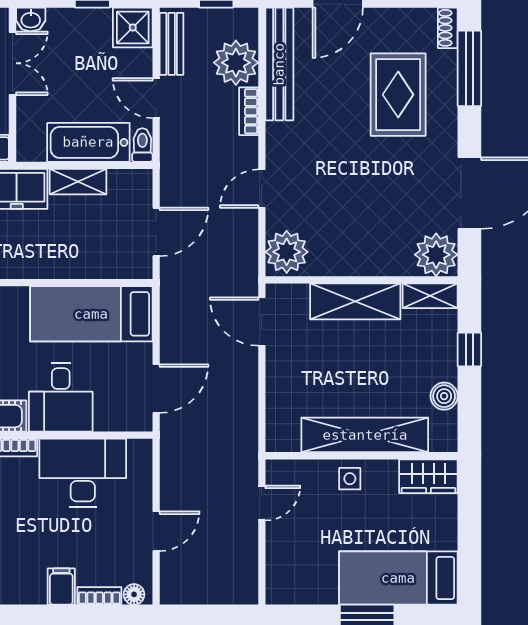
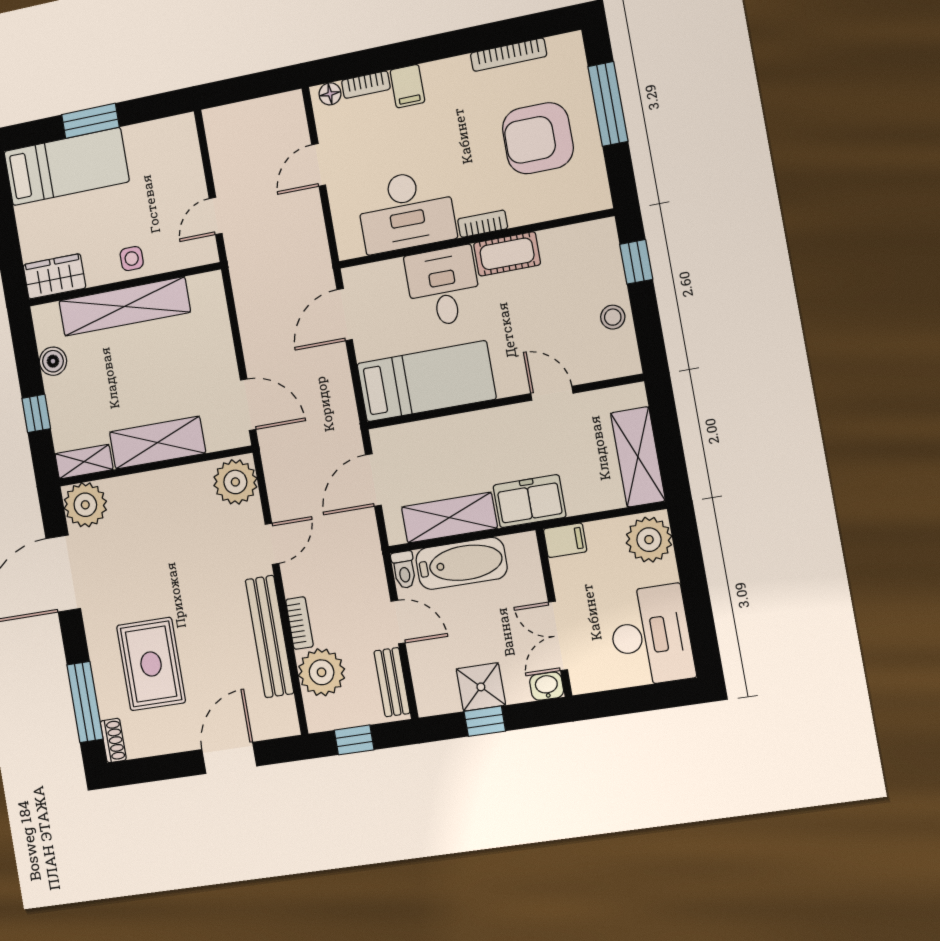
shower: (133, 27) -> (481, 687), moved
bench: (279, 64) -> (270, 636), moved
shelving: (78, 182) -> (449, 518), width x1.50, depth x1.33

